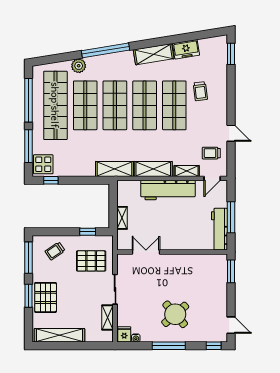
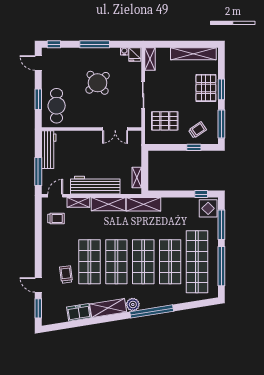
plant: (79, 66) -> (133, 304), moved
door: (231, 133) -> (38, 285), moved
window: (231, 217) -> (38, 172), moved
shelving: (122, 218) -> (137, 177), moved
window: (88, 232) -> (194, 147), moved
window: (231, 271) -> (38, 99), moved
cafe table: (211, 278) -> (57, 106), added
round table: (175, 314) -> (98, 83), moved
shelving: (107, 317) -> (150, 59), moved

